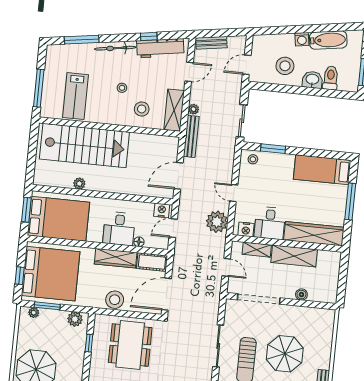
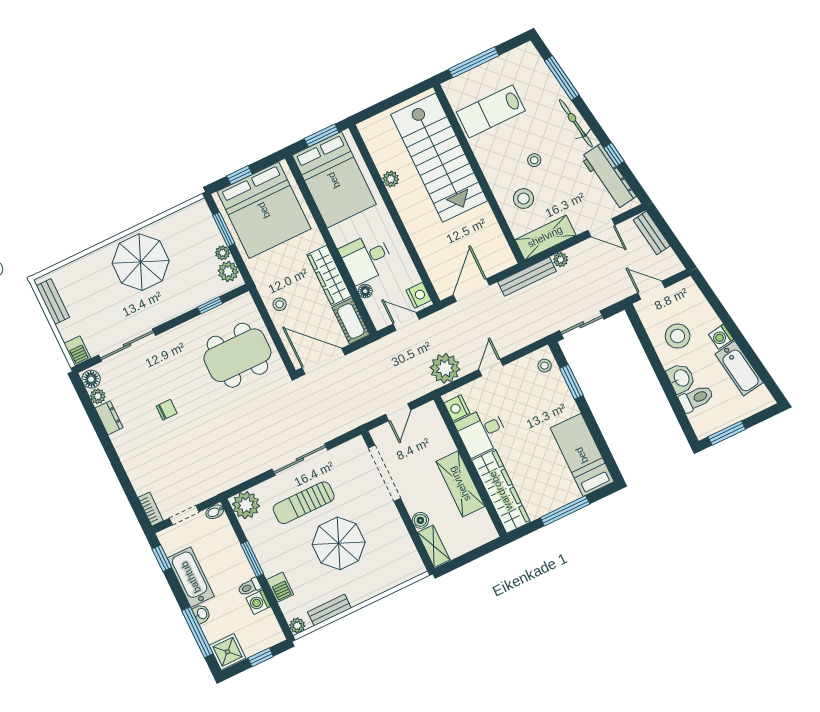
door: (179, 176) -> (471, 290), hinge flipped
shelving: (257, 250) -> (434, 546), moved
stool: (115, 300) -> (280, 304), width x0.53, depth x0.53
plant: (34, 313) -> (223, 253), moved

